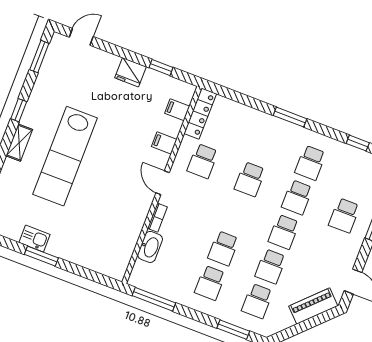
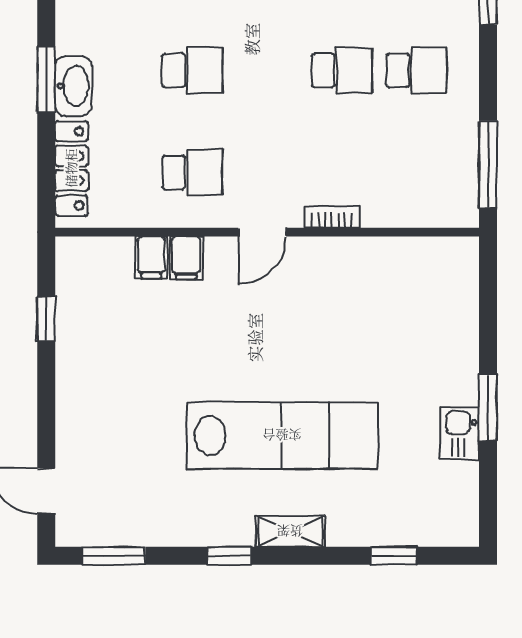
fridge: (131, 72) -> (77, 373), removed
filing cabinet: (177, 110) -> (151, 258), moved
locker: (200, 114) -> (71, 168), moved, turned 90
window: (290, 117) -> (46, 79), moved
washbasin: (150, 247) -> (73, 86), moved, turned 90

